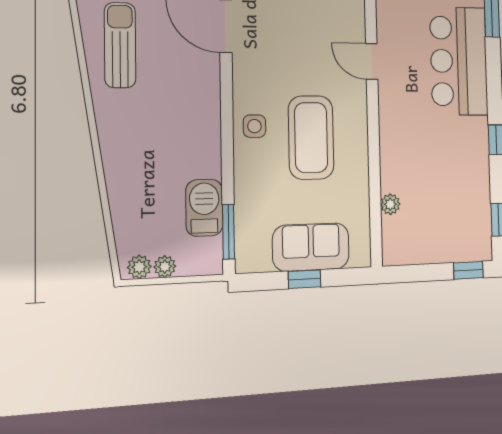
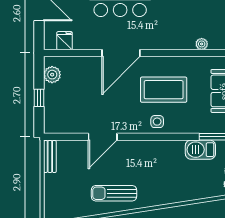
door: (372, 61) -> (121, 53), width x1.88

